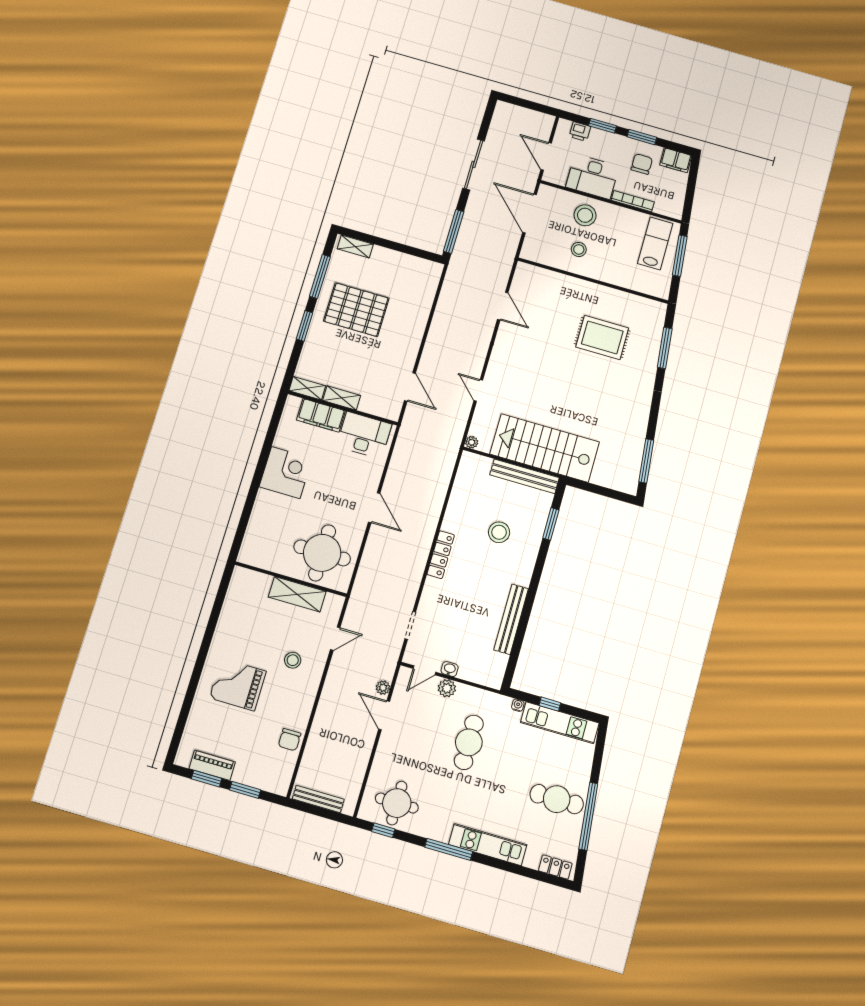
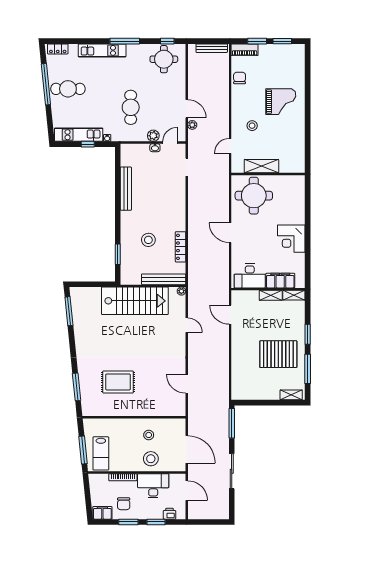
bench: (525, 476) -> (164, 279), moved
locker: (441, 555) -> (181, 247), moved
piano: (212, 765) -> (245, 50), moved

